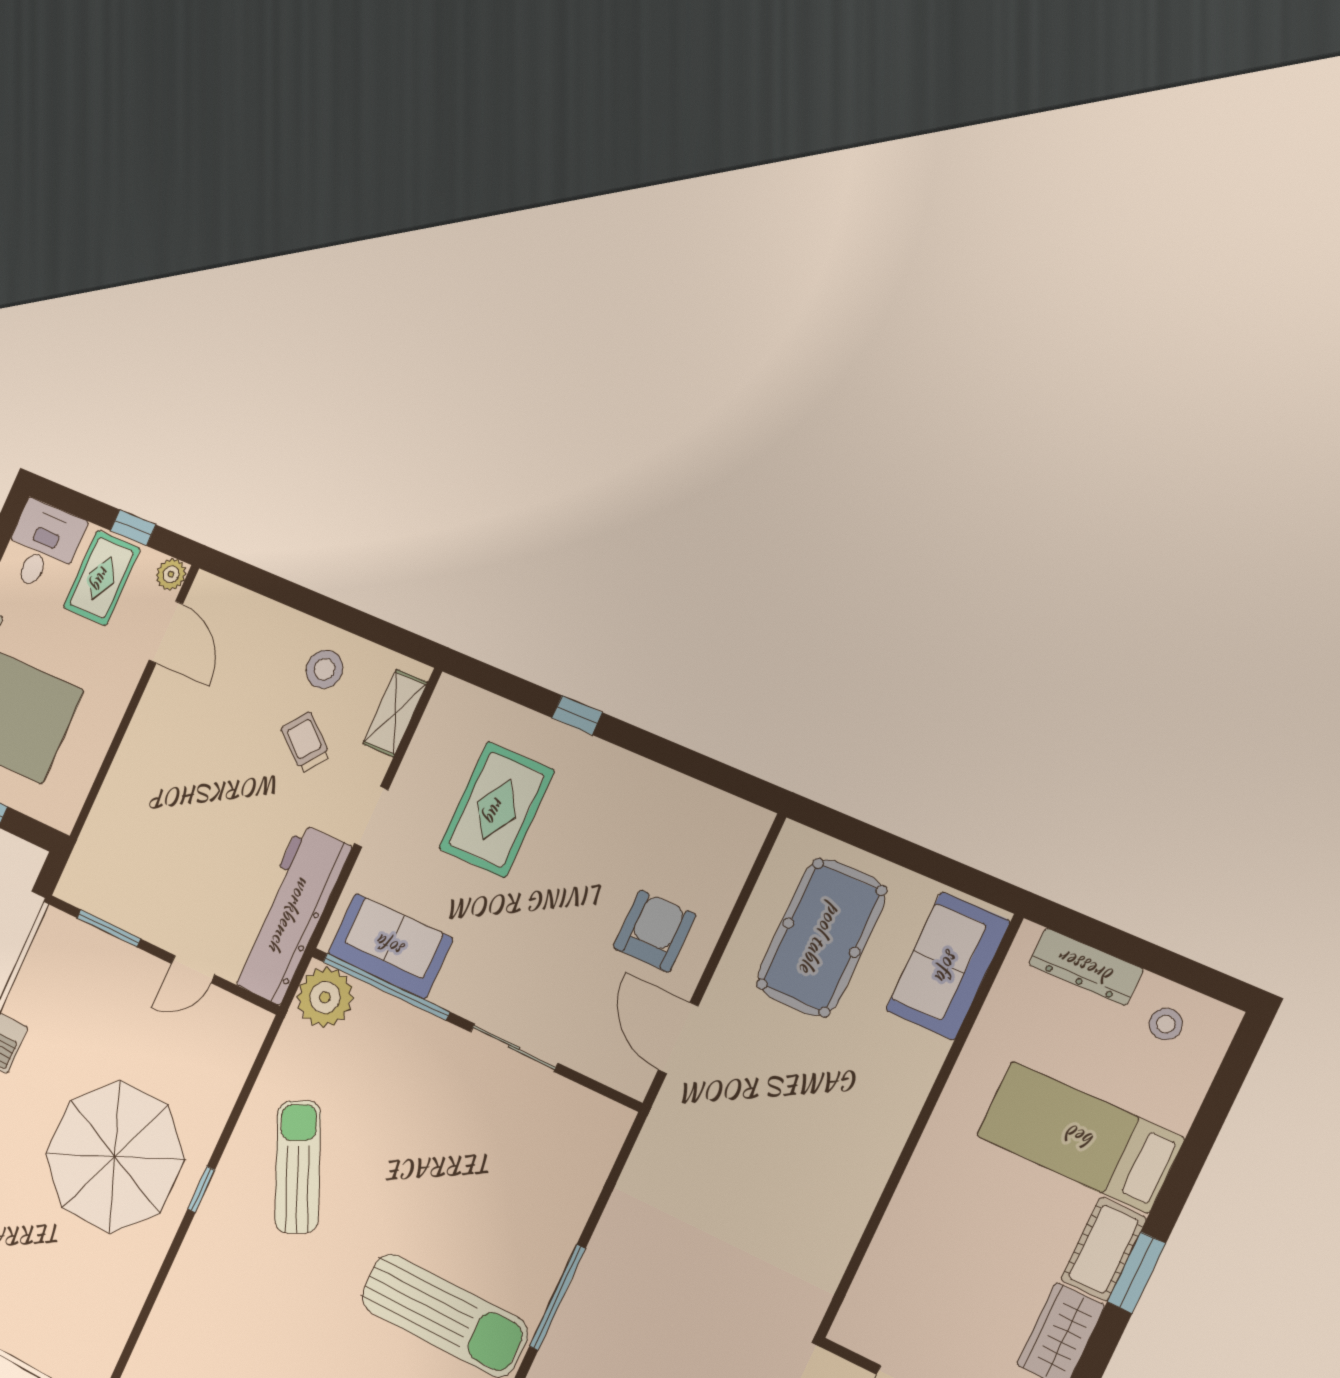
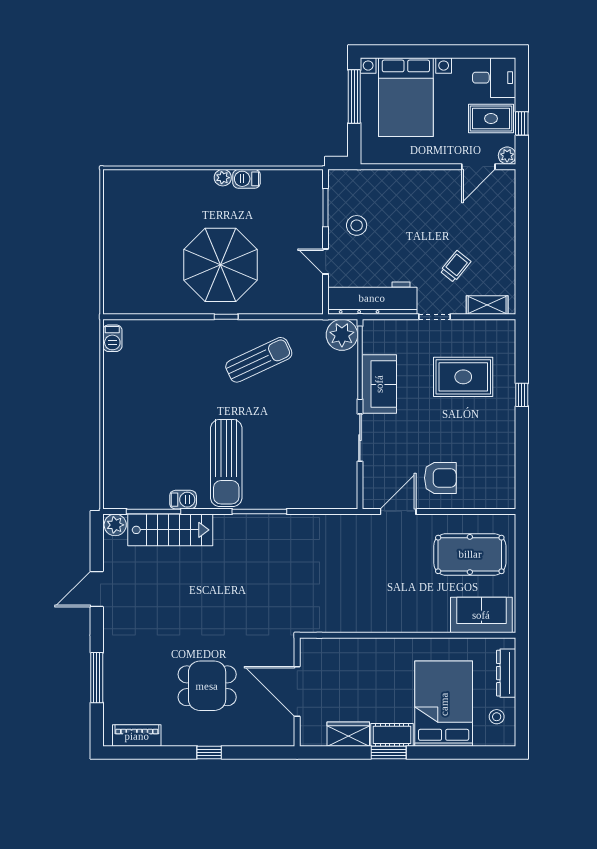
stool: (324, 669) -> (357, 225), moved
sofa: (390, 946) -> (379, 384), moved
bed: (1080, 1137) -> (444, 704), width x1.50

